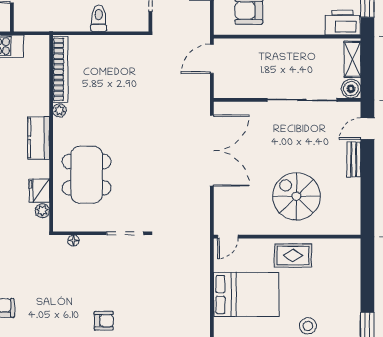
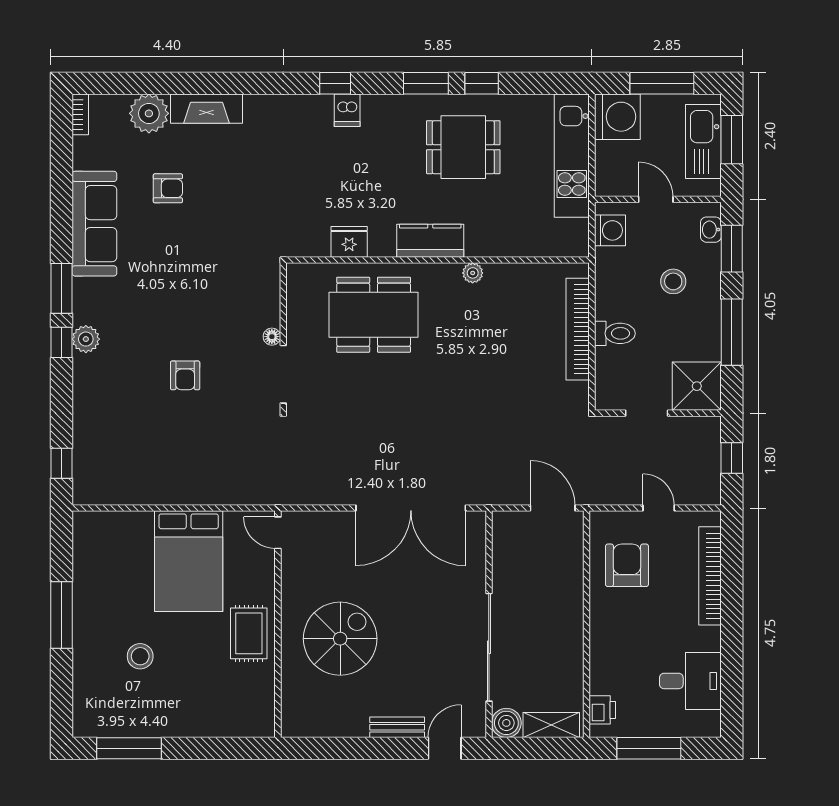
washing machine: (32, 22) -> (610, 230), added
printer: (343, 22) -> (602, 710), width x0.53, depth x0.68
bookcase: (60, 69) -> (578, 329), moved, turned 90
door: (367, 129) -> (445, 748), hinge flipped
plant: (42, 211) -> (318, 246), removed
floor lamp: (73, 241) -> (272, 337), moved
armchair: (104, 321) -> (185, 375), moved

